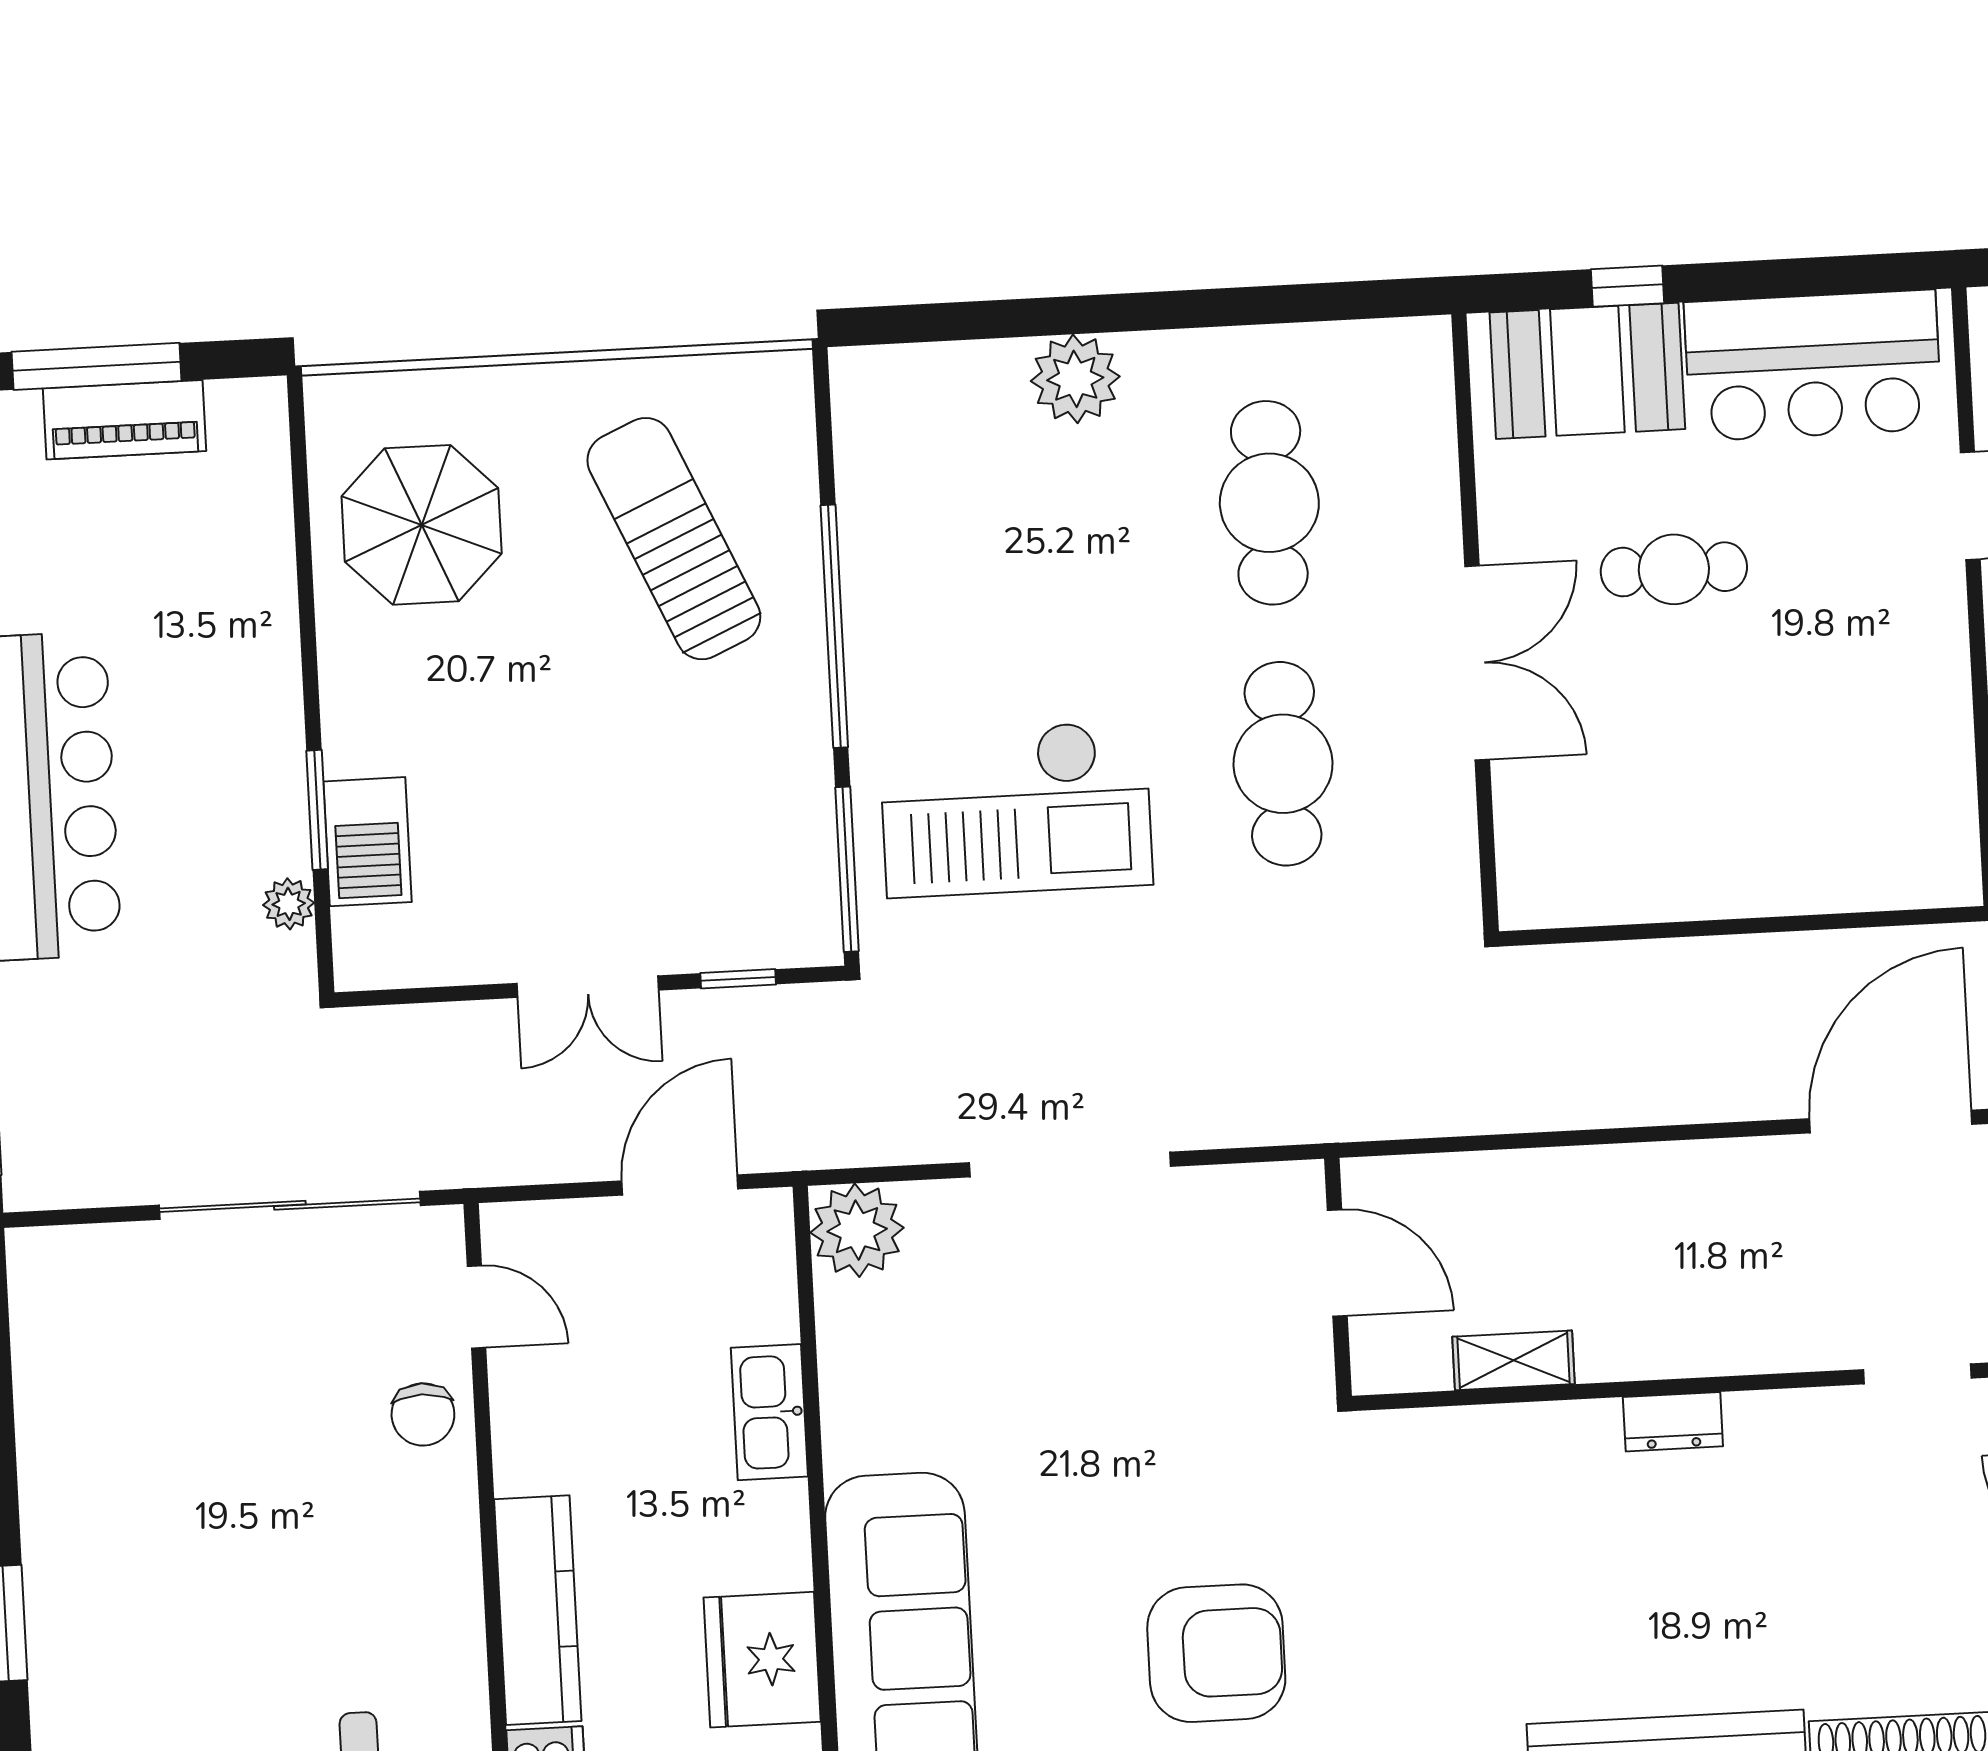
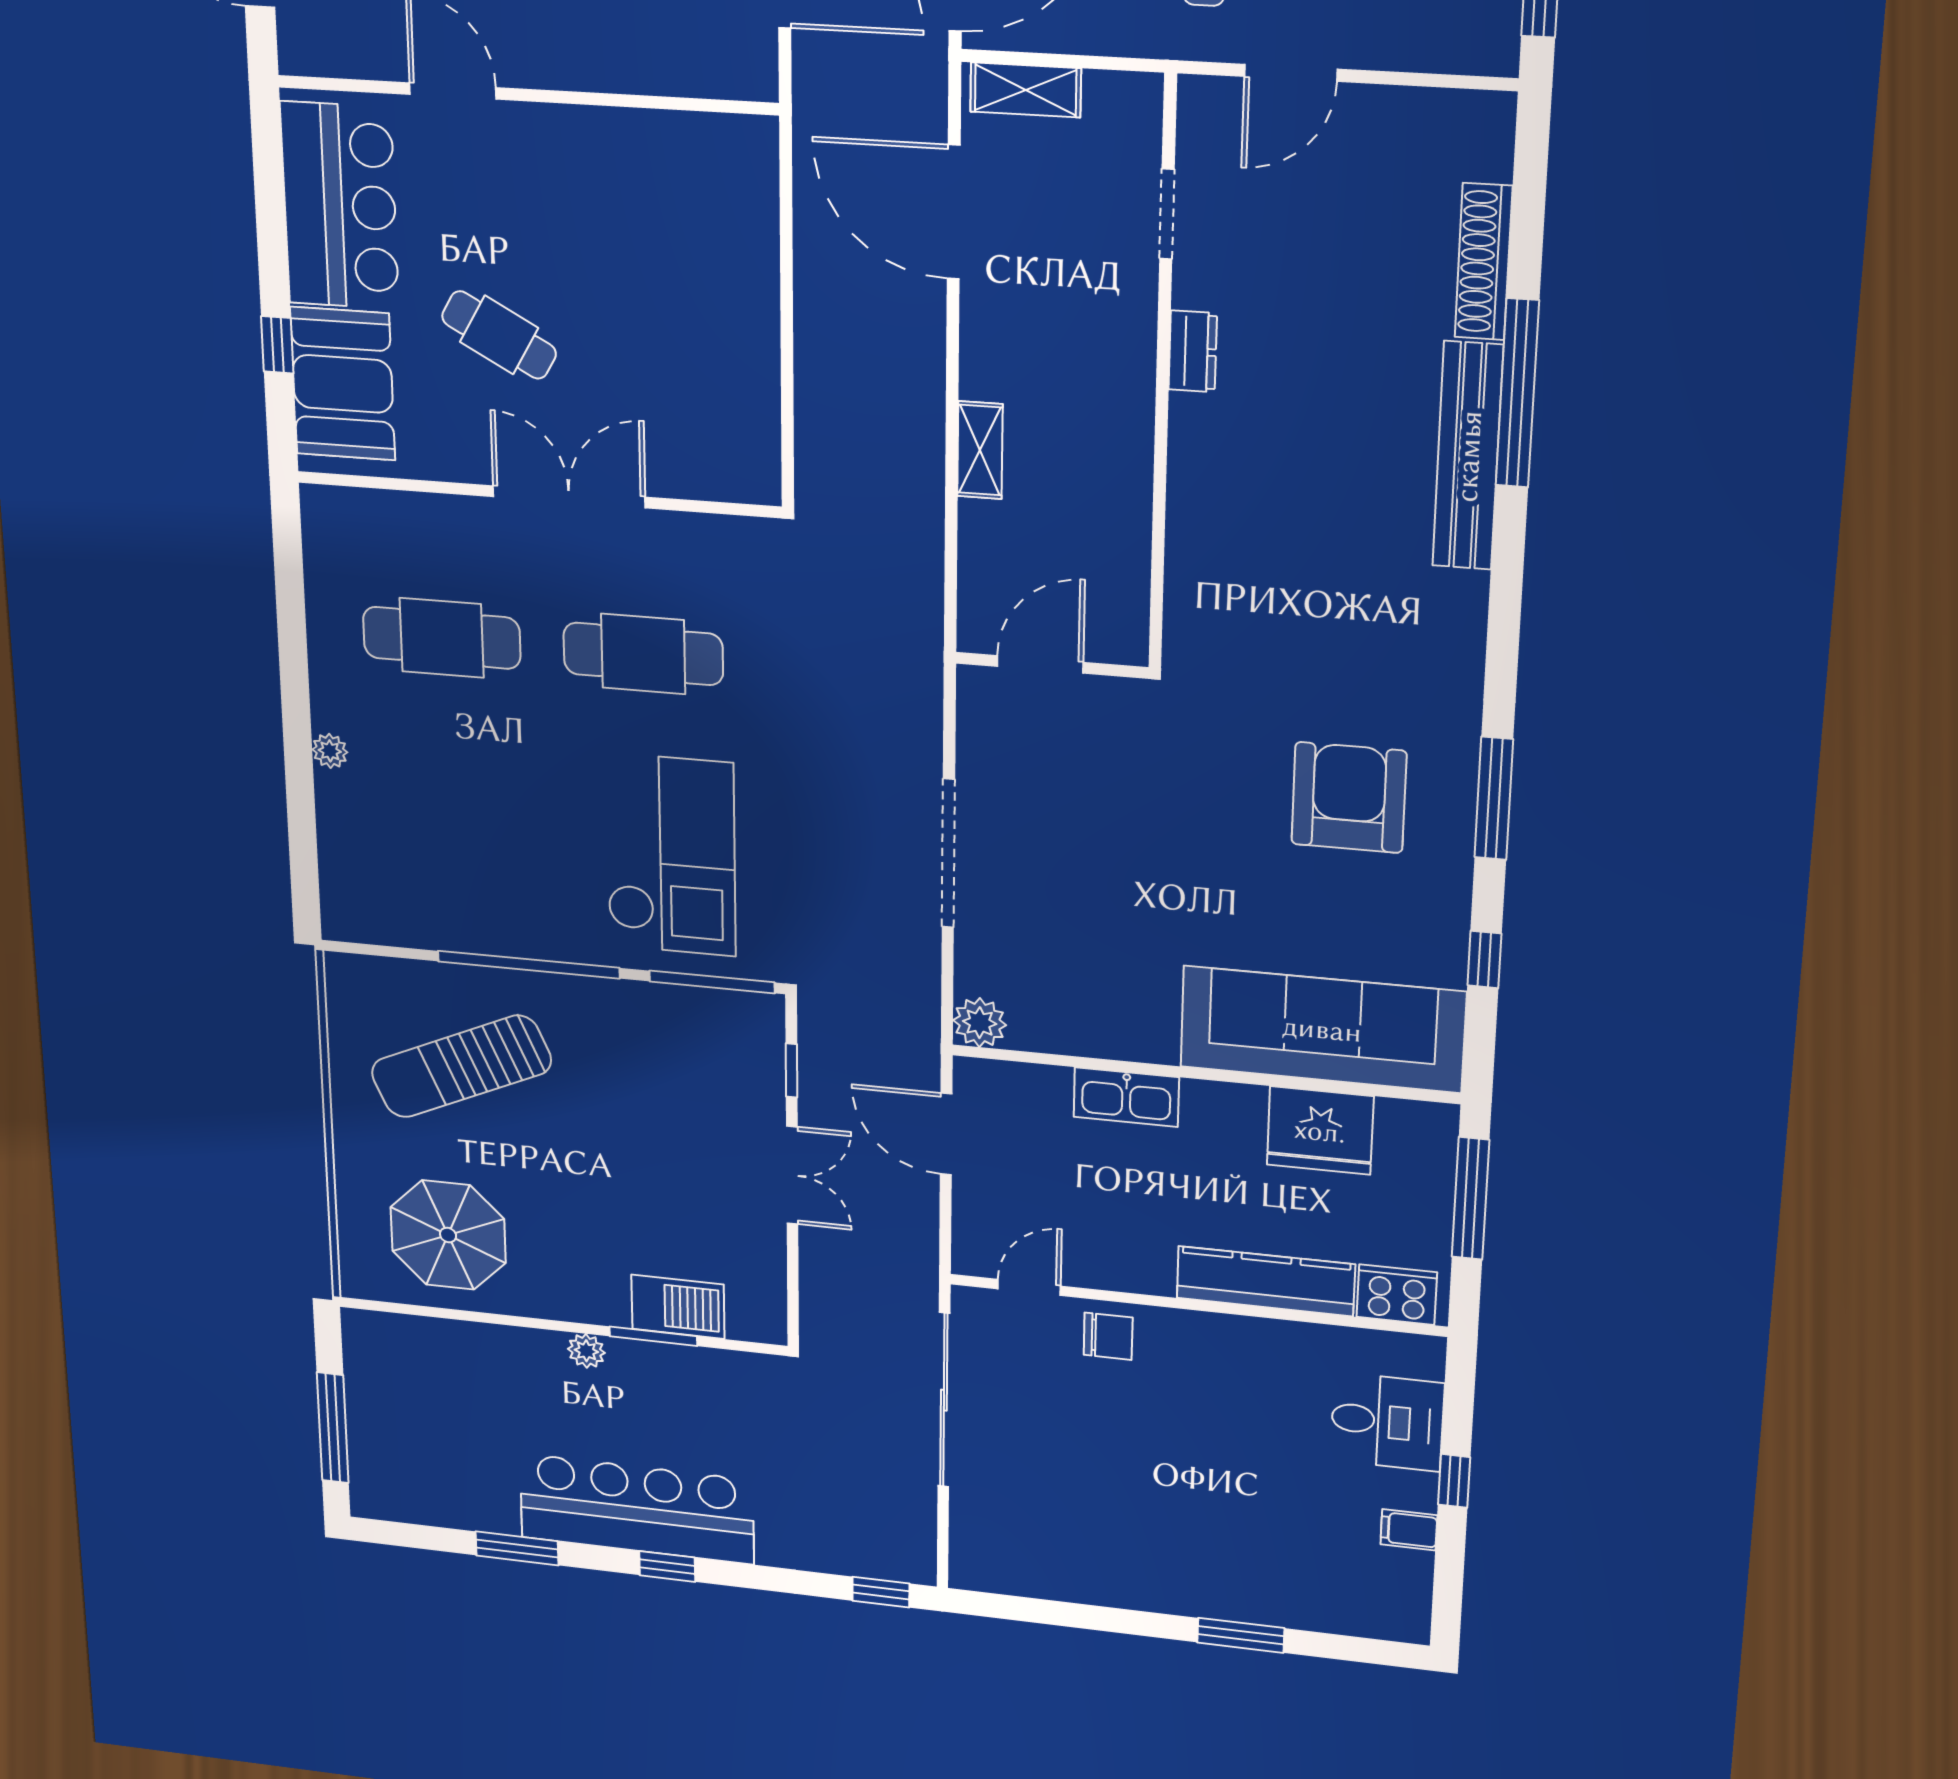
plant: (1075, 379) -> (330, 751), width x0.53, depth x0.53
piano: (125, 420) -> (370, 1416), removed
cafe table: (1674, 569) -> (499, 335), turned -61
plant: (289, 904) -> (586, 1351), moved
plant: (857, 1230) -> (980, 1023), width x0.73, depth x0.73
shelving: (1514, 1360) -> (980, 450), moved
dresser: (1673, 1422) -> (1193, 351), moved

